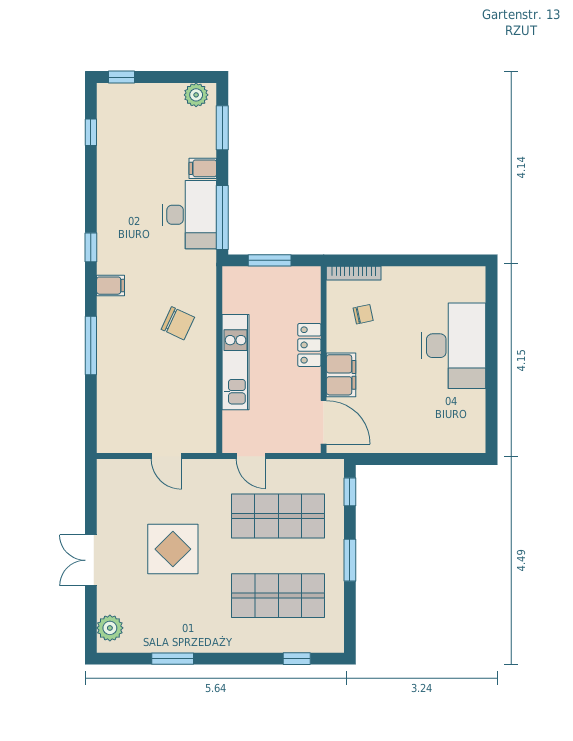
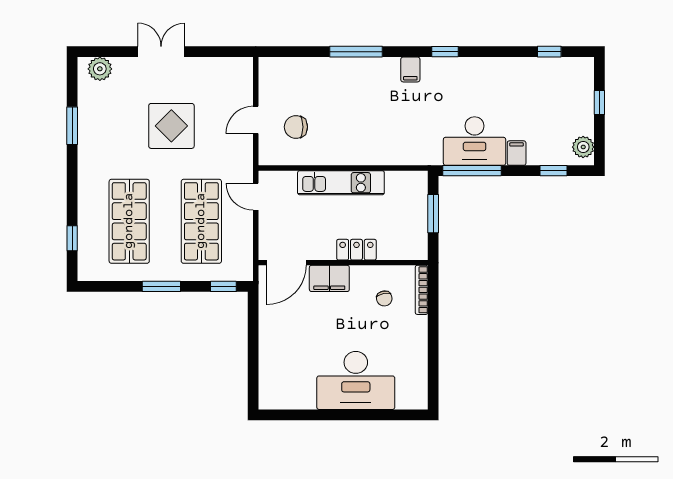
window: (121, 77) -> (599, 103), moved
window: (222, 128) -> (553, 171), width x0.67
chair: (178, 323) -> (296, 127), moved, turned 65
door: (251, 456) -> (256, 197), hinge flipped

